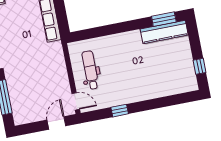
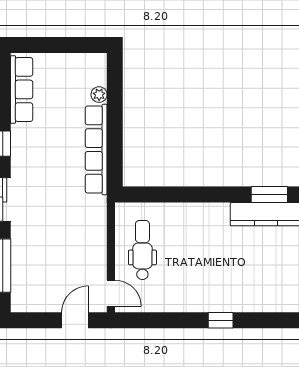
window: (120, 111) -> (221, 320), moved

